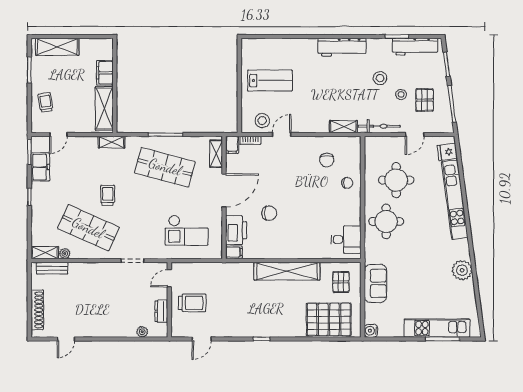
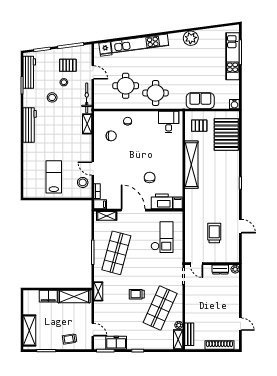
door: (169, 278) -> (197, 264), moved
wall: (169, 300) -> (212, 264), moved
dresser: (161, 311) -> (220, 269), moved

